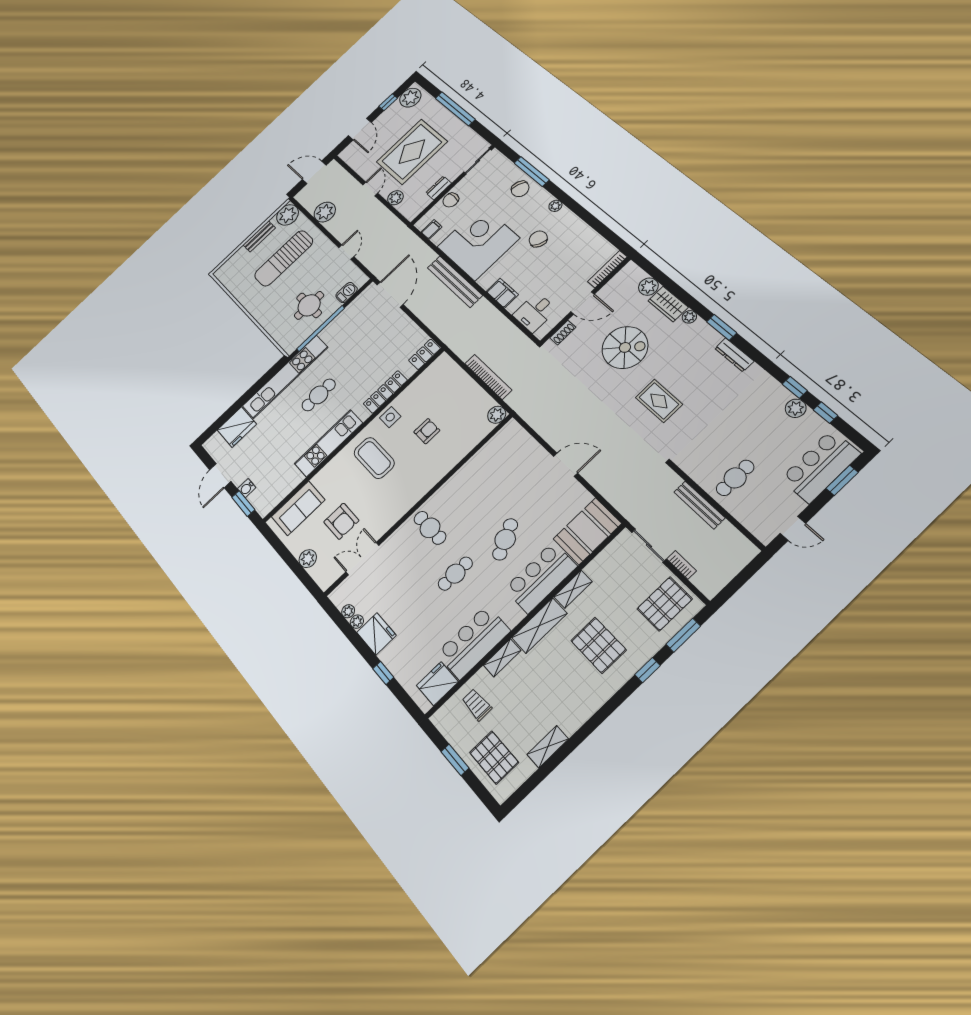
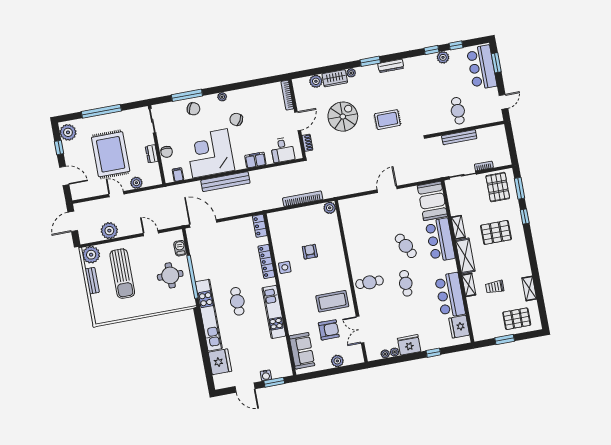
coffee table: (374, 458) -> (332, 301), moved
trolley: (477, 705) -> (495, 287), moved

